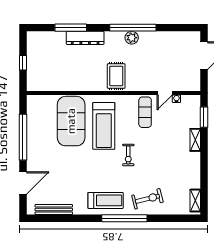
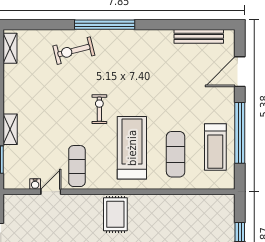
exercise mat: (71, 121) -> (176, 154), width x0.50, depth x0.69
treadmill: (106, 200) -> (215, 147), moved, turned -90

